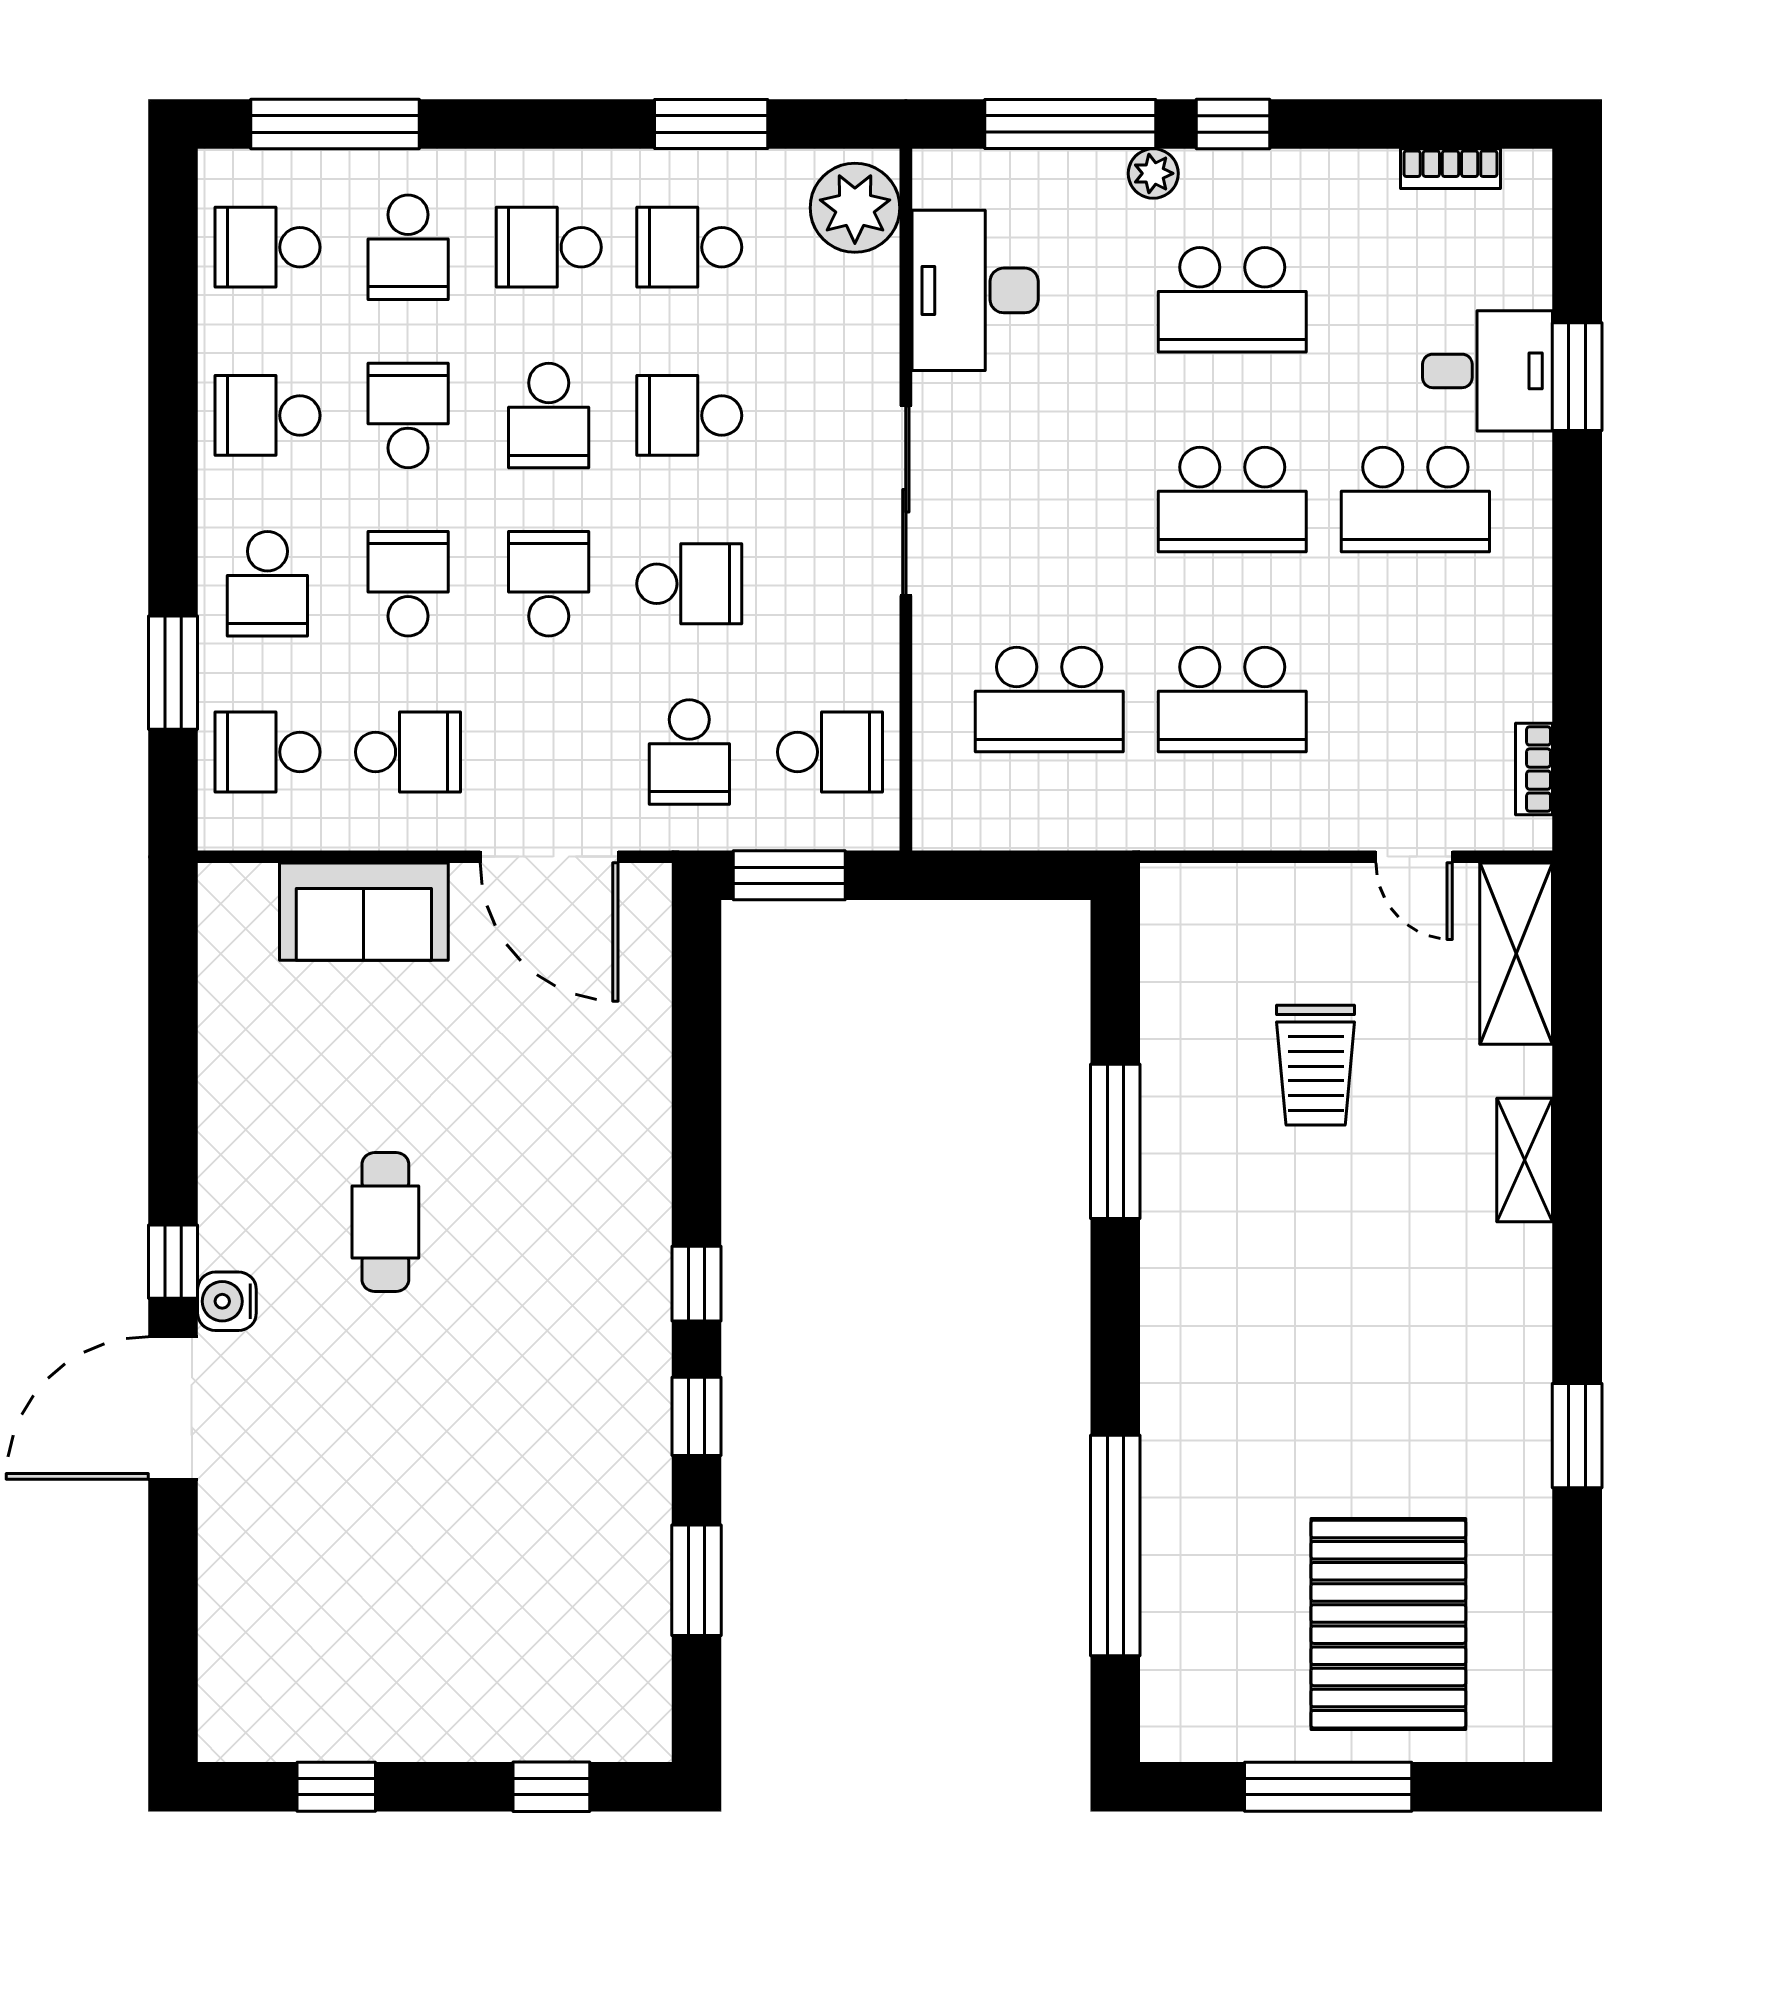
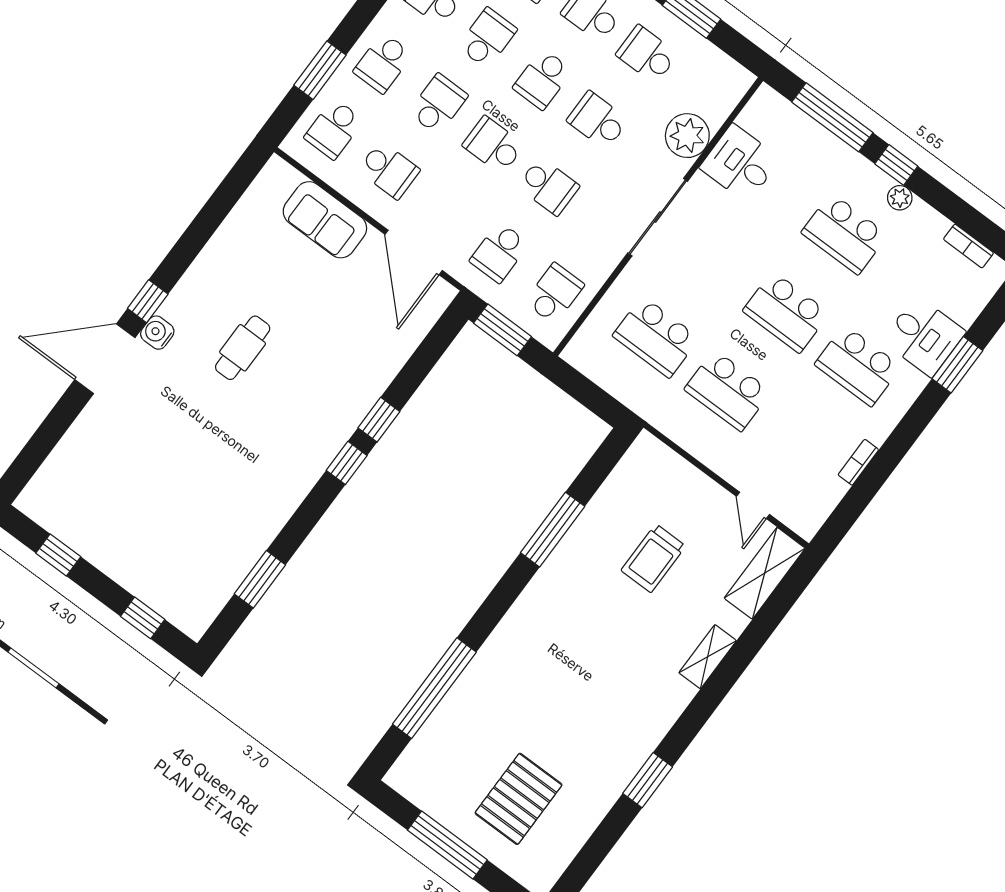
plant: (1153, 173) -> (900, 198), moved
plant: (855, 208) -> (687, 136), moved
desk: (975, 290) -> (740, 163), width x0.73
school desk: (549, 584) -> (493, 145), turned -90
school desk: (267, 752) -> (334, 129), turned -90
school desk: (830, 752) -> (554, 293), turned -90
bookcase: (1534, 769) -> (858, 462), moved
window: (696, 1416) -> (379, 420), moved
pallet: (1388, 1624) -> (519, 799), width x0.73, depth x0.71

